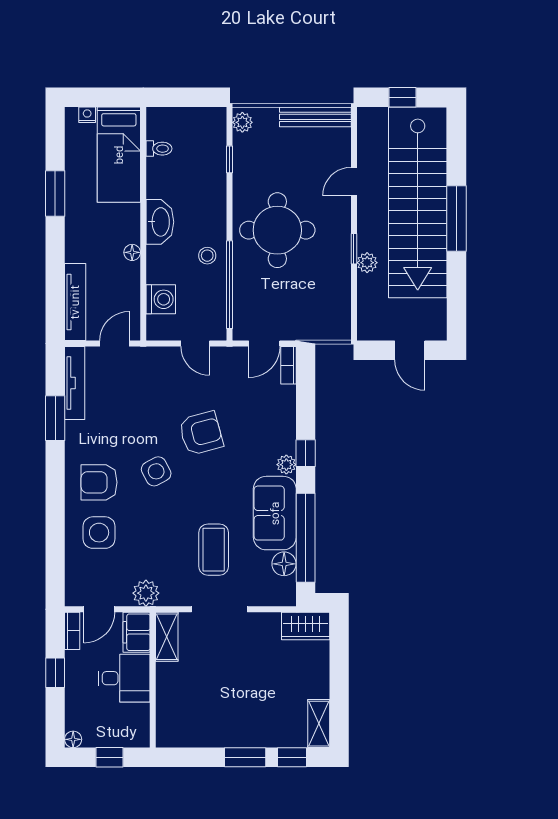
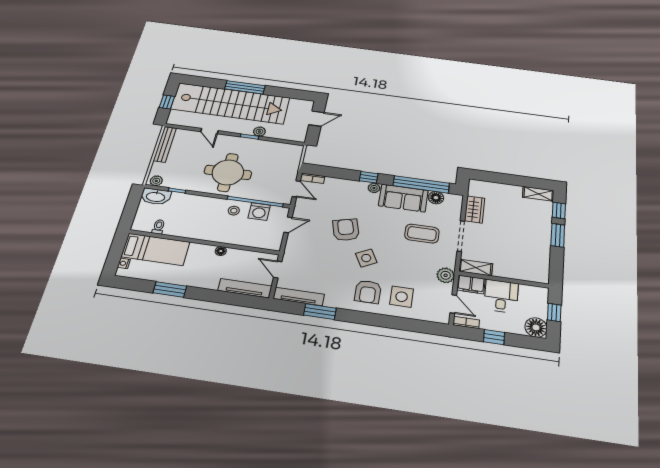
washbasin: (160, 222) -> (156, 197), moved, turned 180
washing machine: (161, 299) -> (259, 212), moved, turned 180
wardrobe: (306, 626) -> (475, 209), moved
floor lamp: (73, 739) -> (536, 327), width x1.89, depth x1.89

